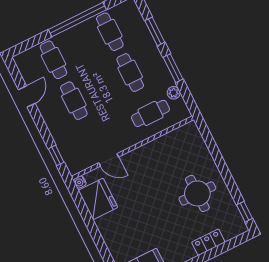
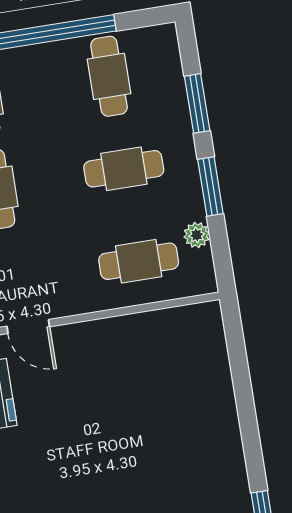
cafe table: (130, 73) -> (124, 169), turned 90
round table: (197, 193) -> (181, 447), removed

